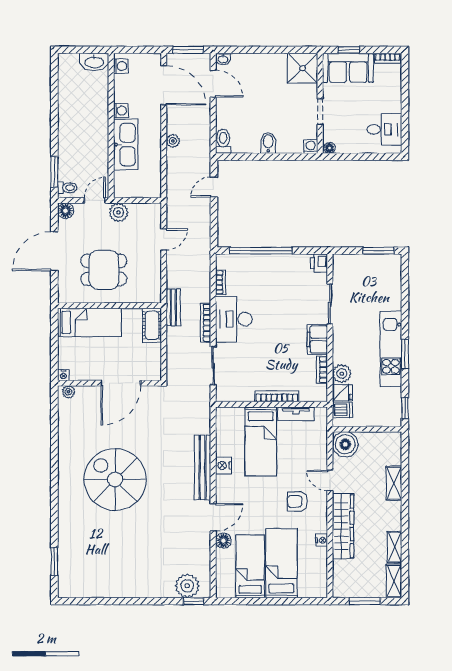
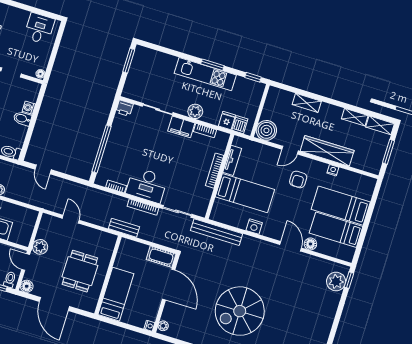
washing machine: (311, 147) -> (29, 108), moved
cot: (152, 325) -> (161, 257), moved
plant: (342, 374) -> (195, 111), moved
bench: (203, 467) -> (217, 232), moved

